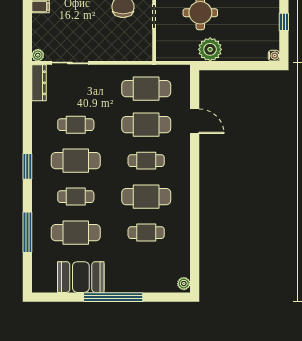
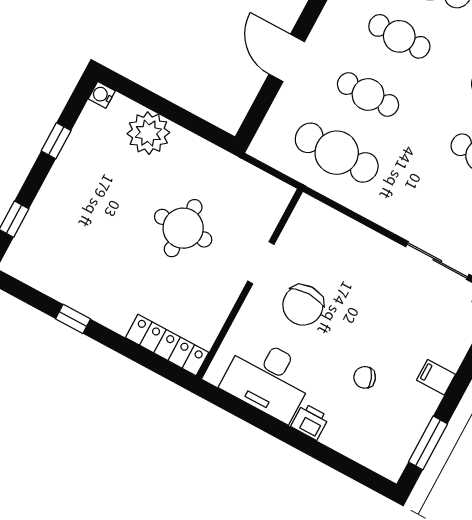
plant: (210, 49) -> (148, 133), moved
cafe table: (146, 125) -> (368, 95), width x0.73, depth x0.74

